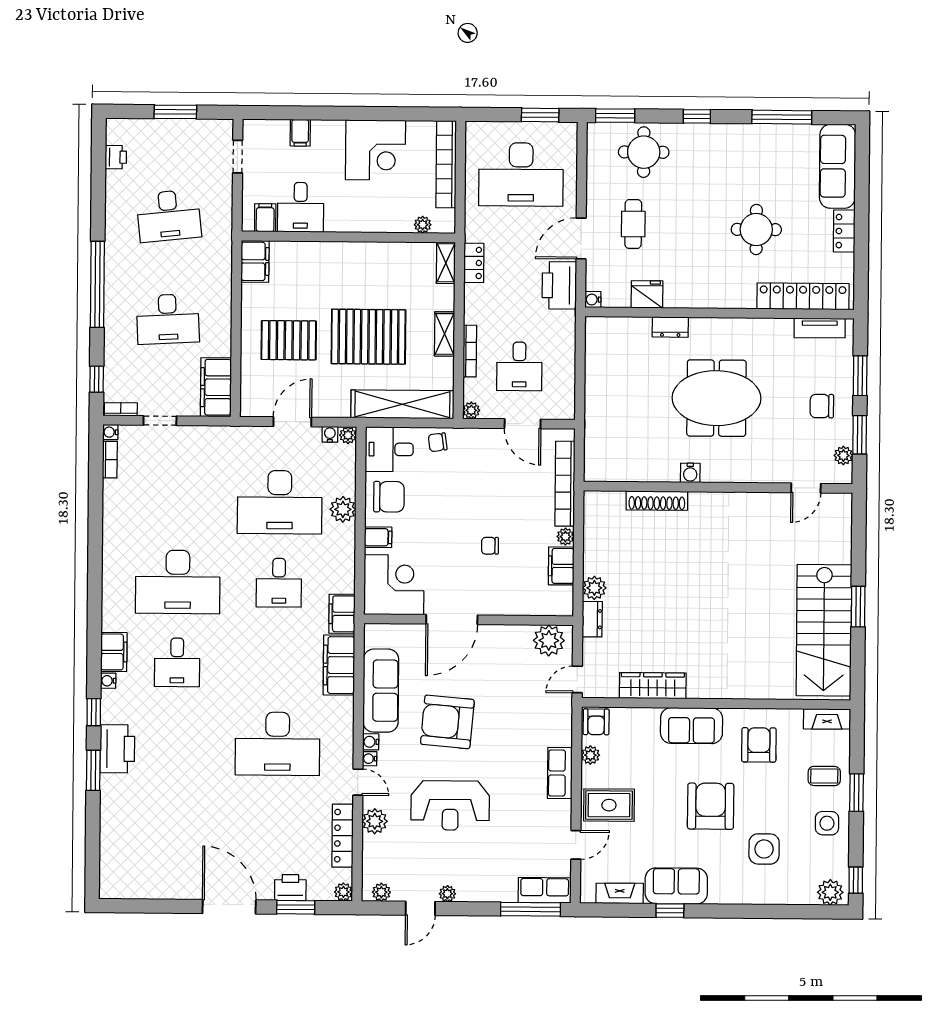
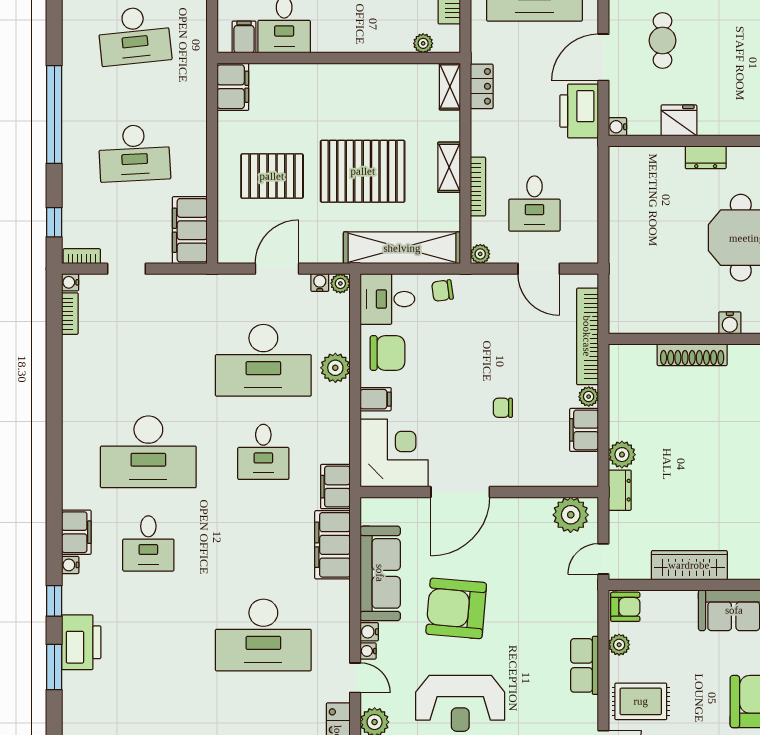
armchair: (596, 722) -> (625, 607), turned -90

